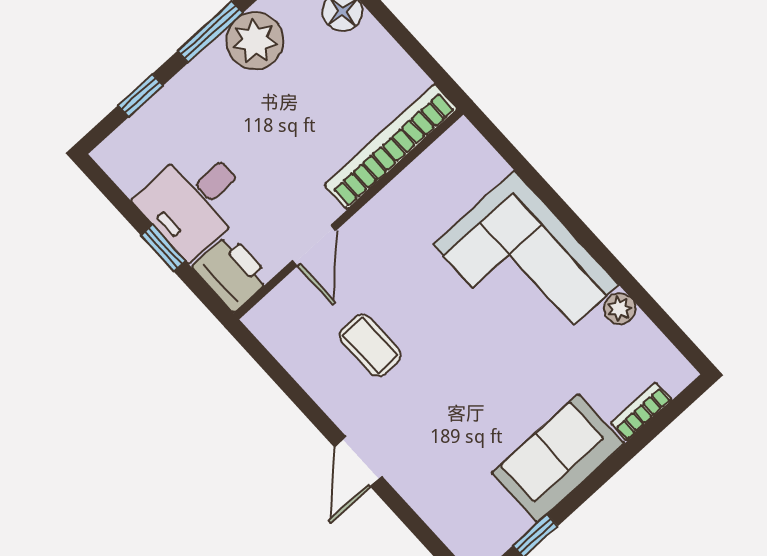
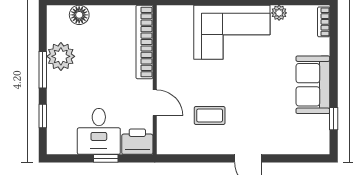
bookcase: (641, 412) -> (324, 22), moved

